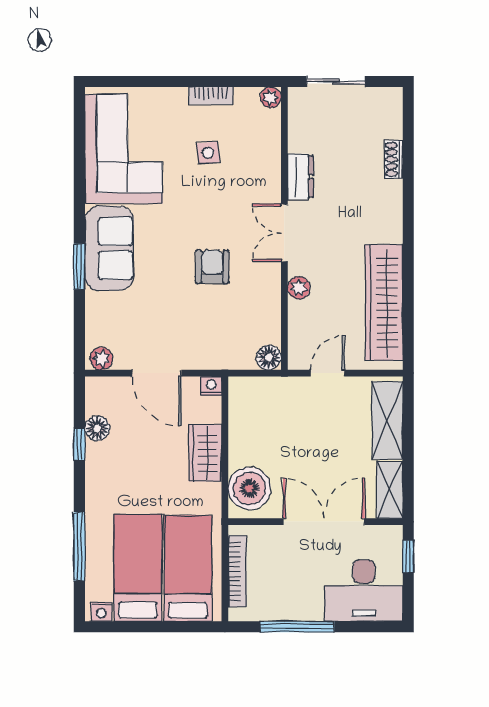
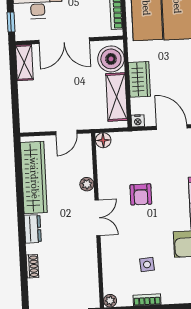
dresser: (300, 177) -> (33, 229), moved, turned 180
shelving: (387, 420) -> (117, 97), moved

